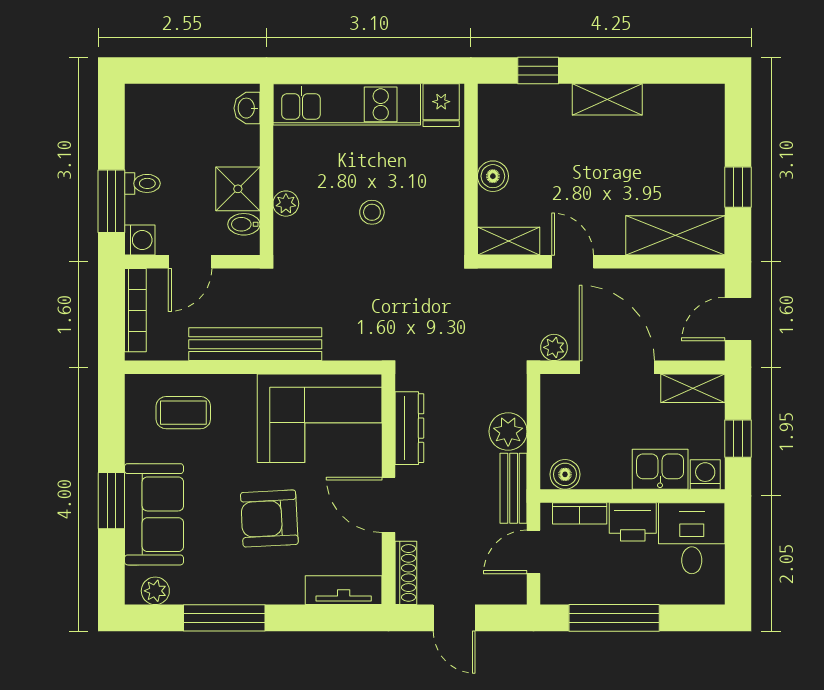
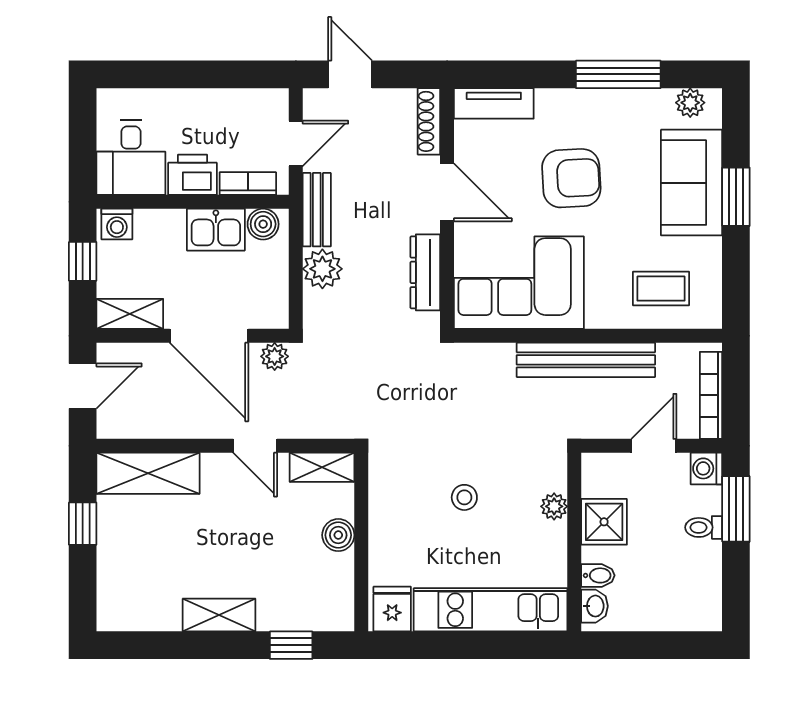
bidet: (244, 224) -> (598, 575), moved
kitchen sink: (660, 469) -> (216, 230), moved
door: (454, 618) -> (350, 74), moved
window: (614, 618) -> (212, 74), removed

